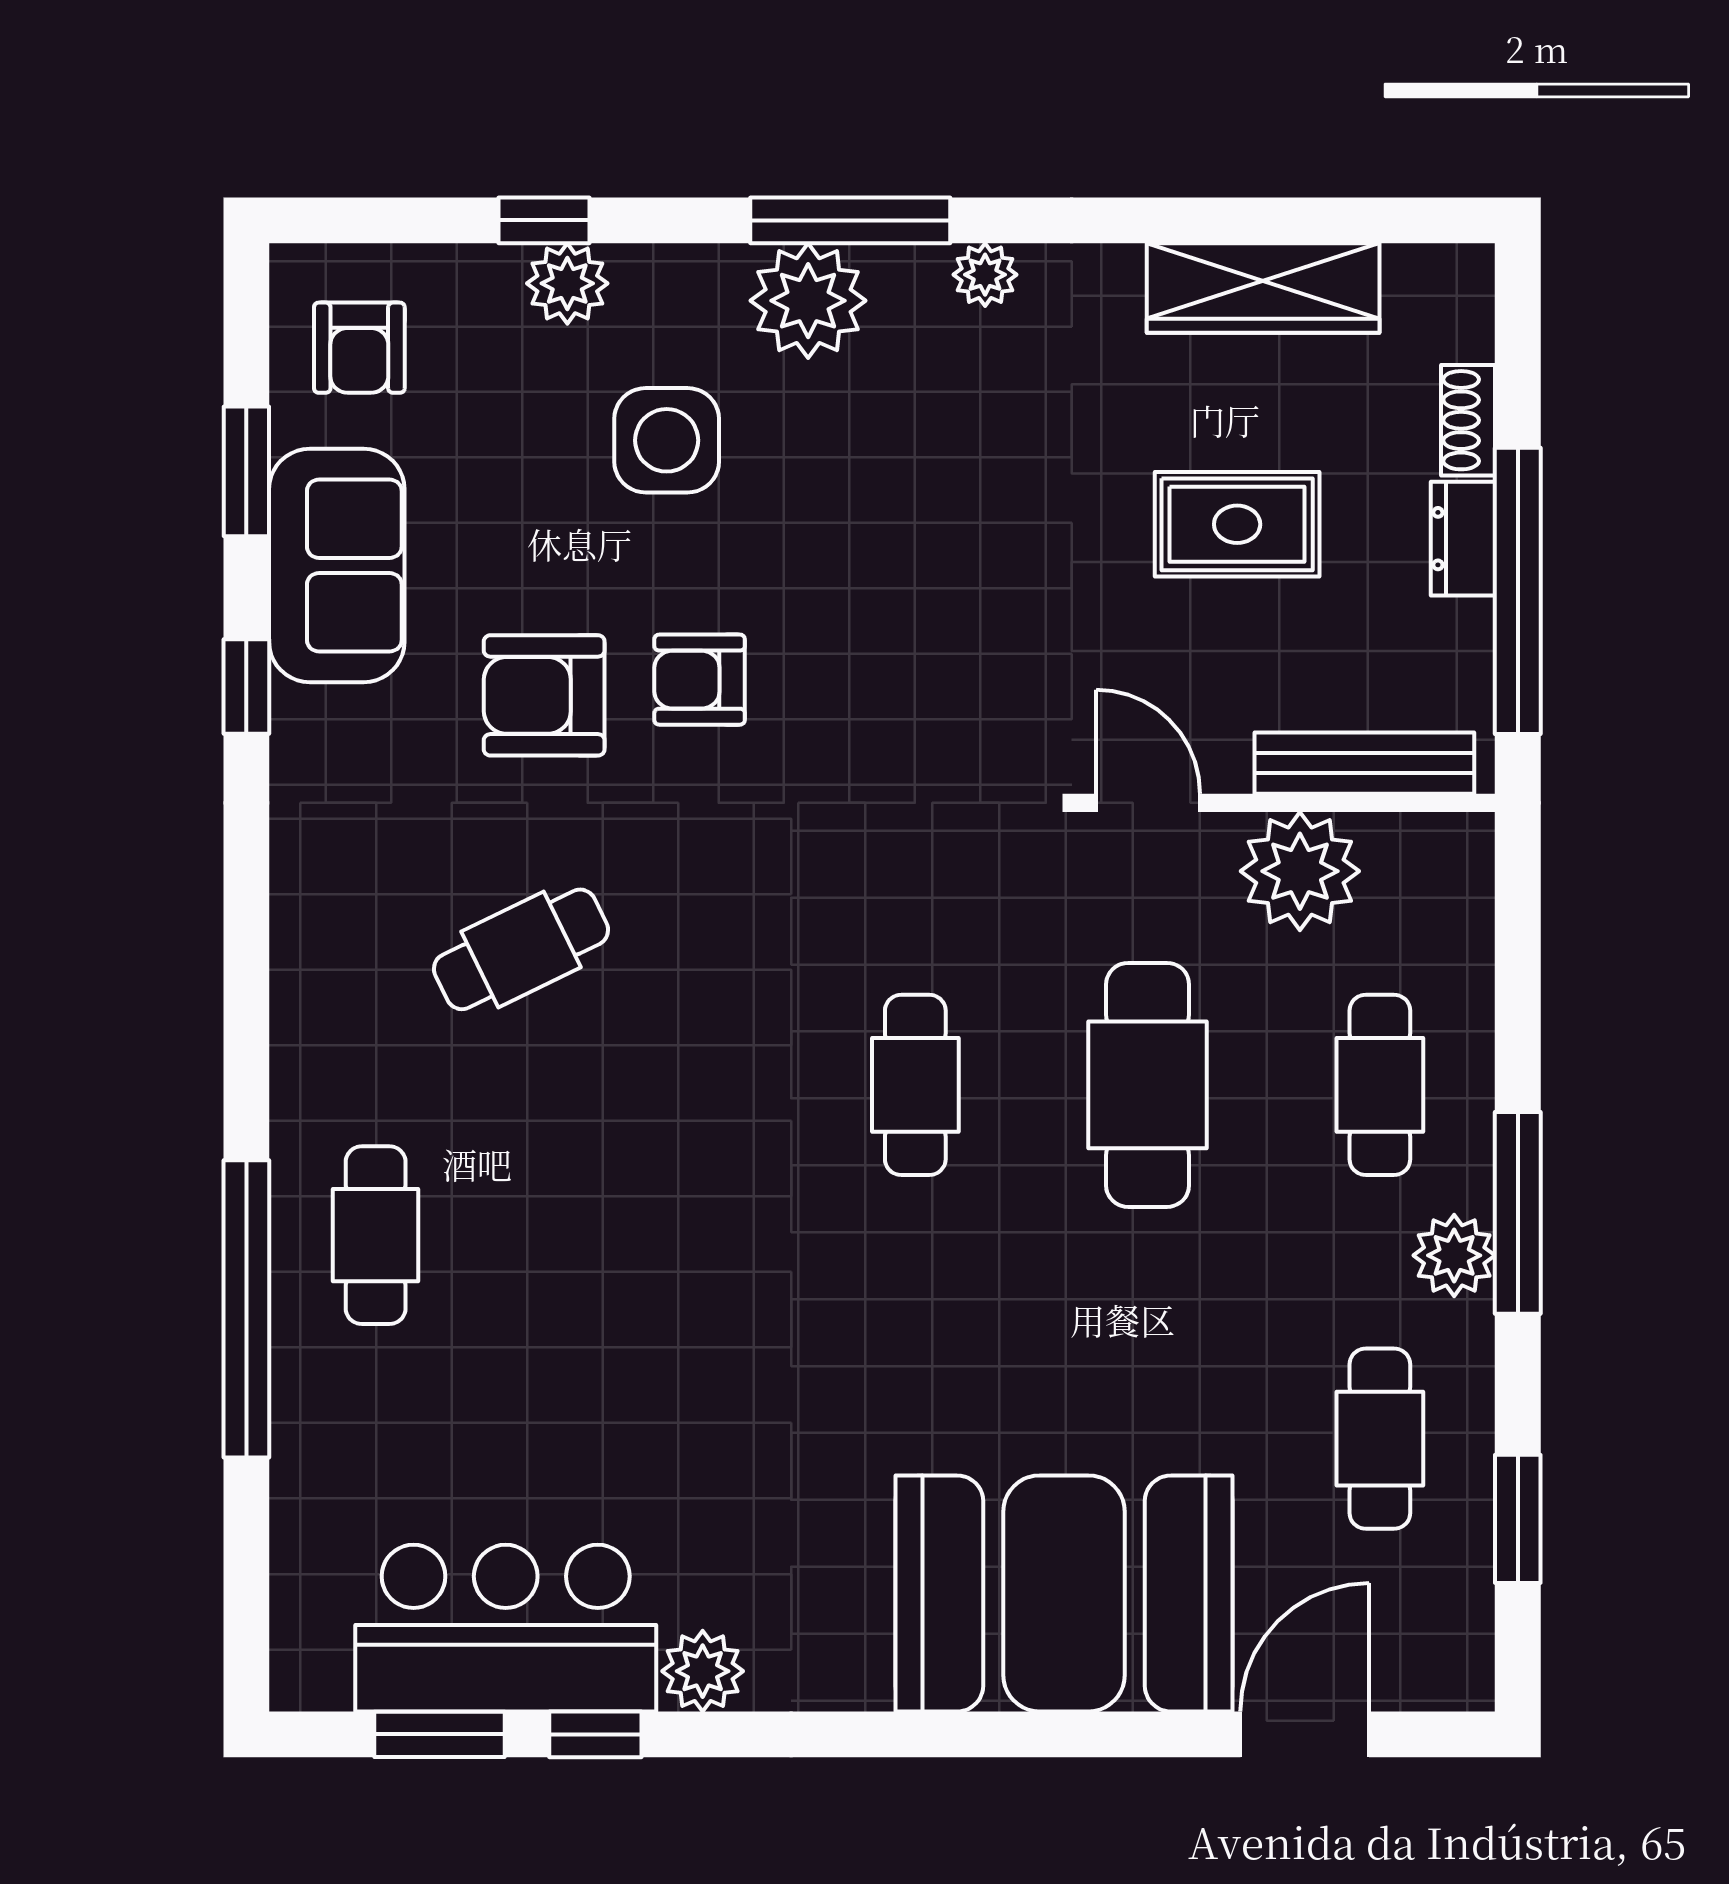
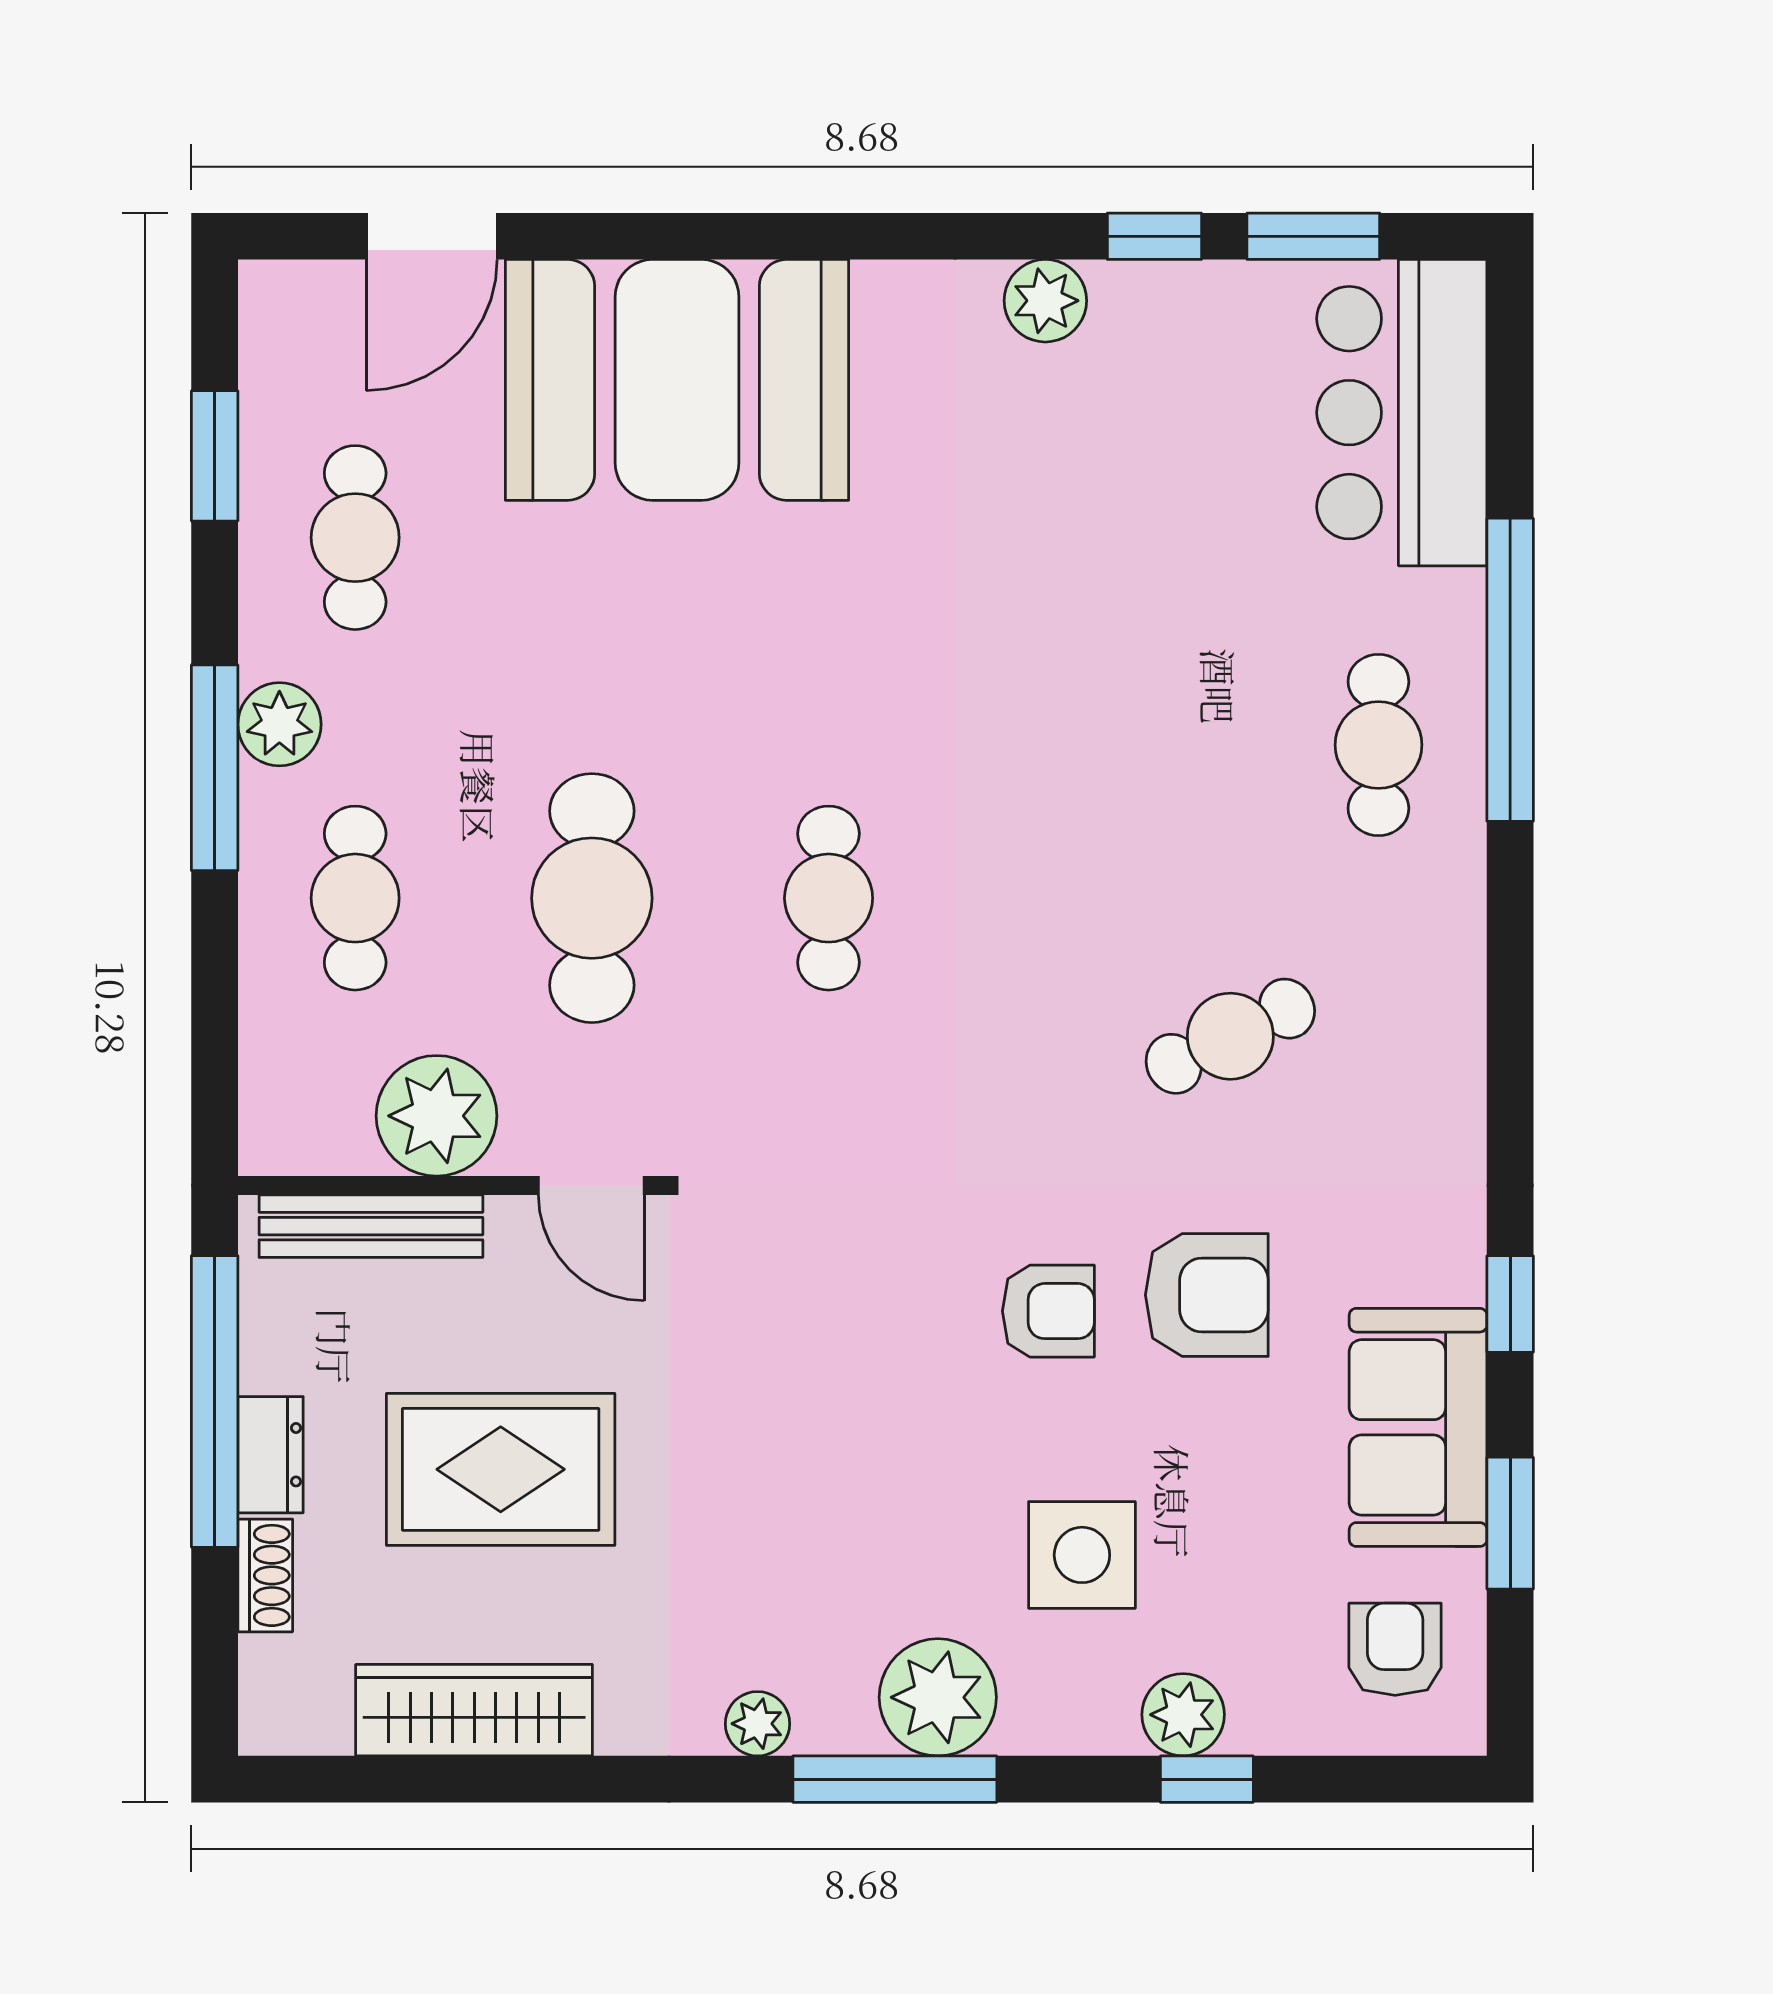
rug: (1237, 524) -> (501, 1469), width x1.36, depth x1.43
bar counter: (506, 1628) -> (1402, 413), moved, turned 90

